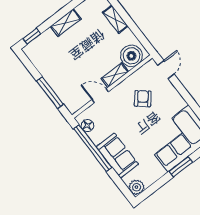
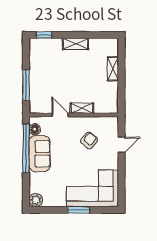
boiler: (131, 56) -> (104, 104), removed
door: (166, 70) -> (121, 145), moved
sofa: (117, 156) -> (40, 154), moved

